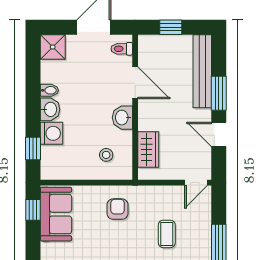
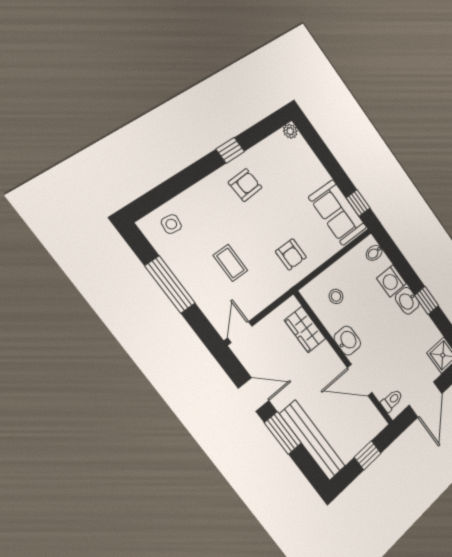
bidet: (49, 90) -> (374, 253), moved
window: (33, 149) -> (427, 300), moved

